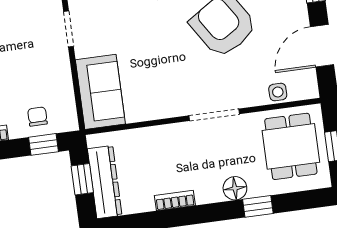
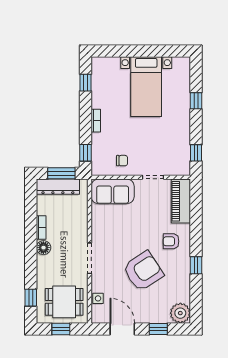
chair: (37, 117) -> (122, 161), moved
window: (82, 179) -> (61, 173), width x1.50
floor lamp: (235, 188) -> (43, 248), moved
window: (258, 206) -> (31, 298), moved

